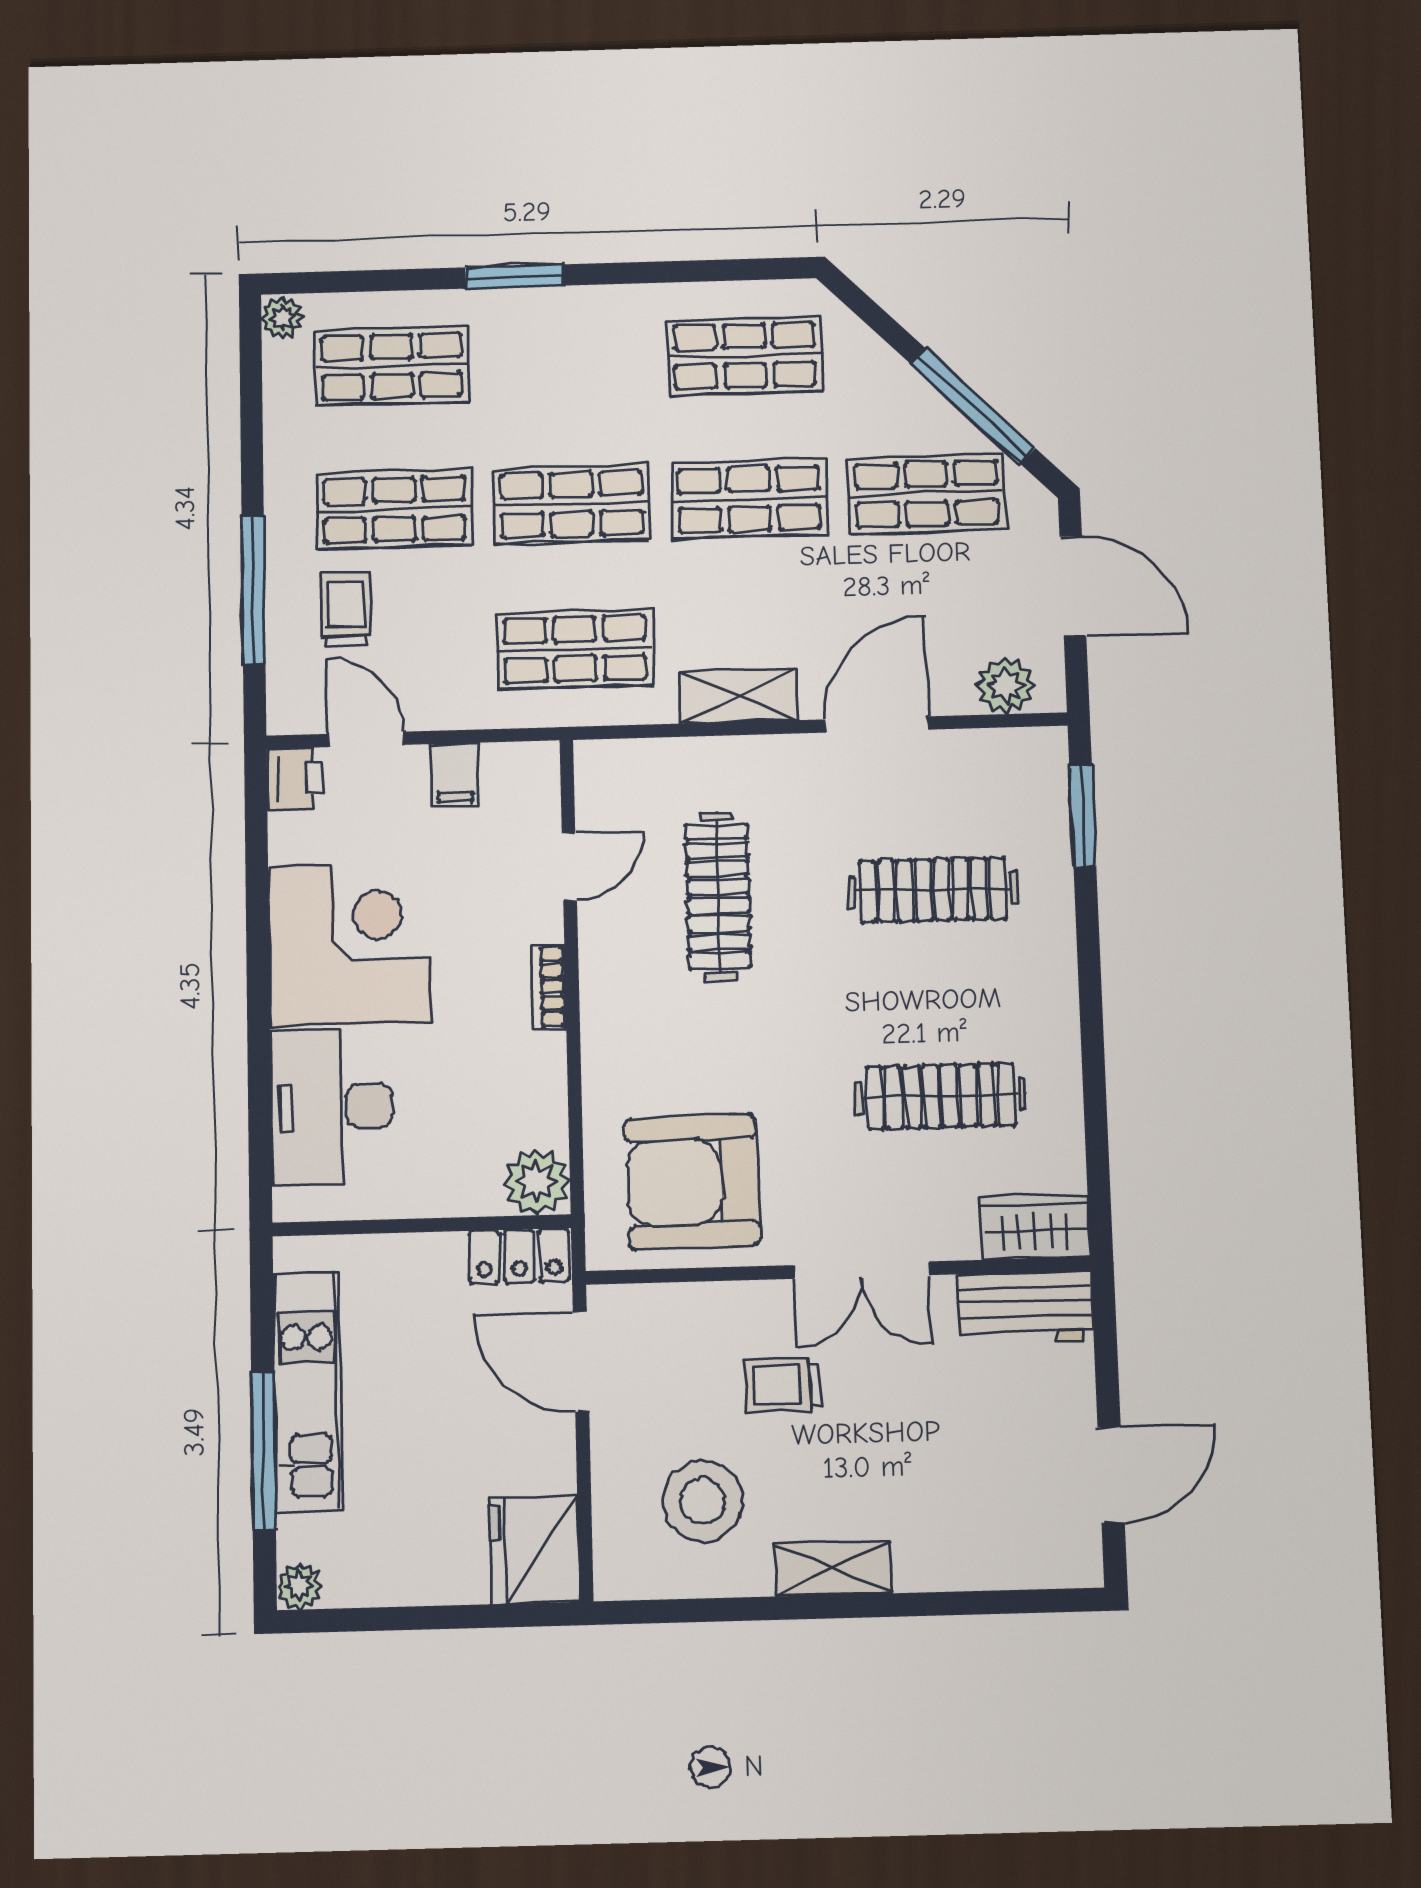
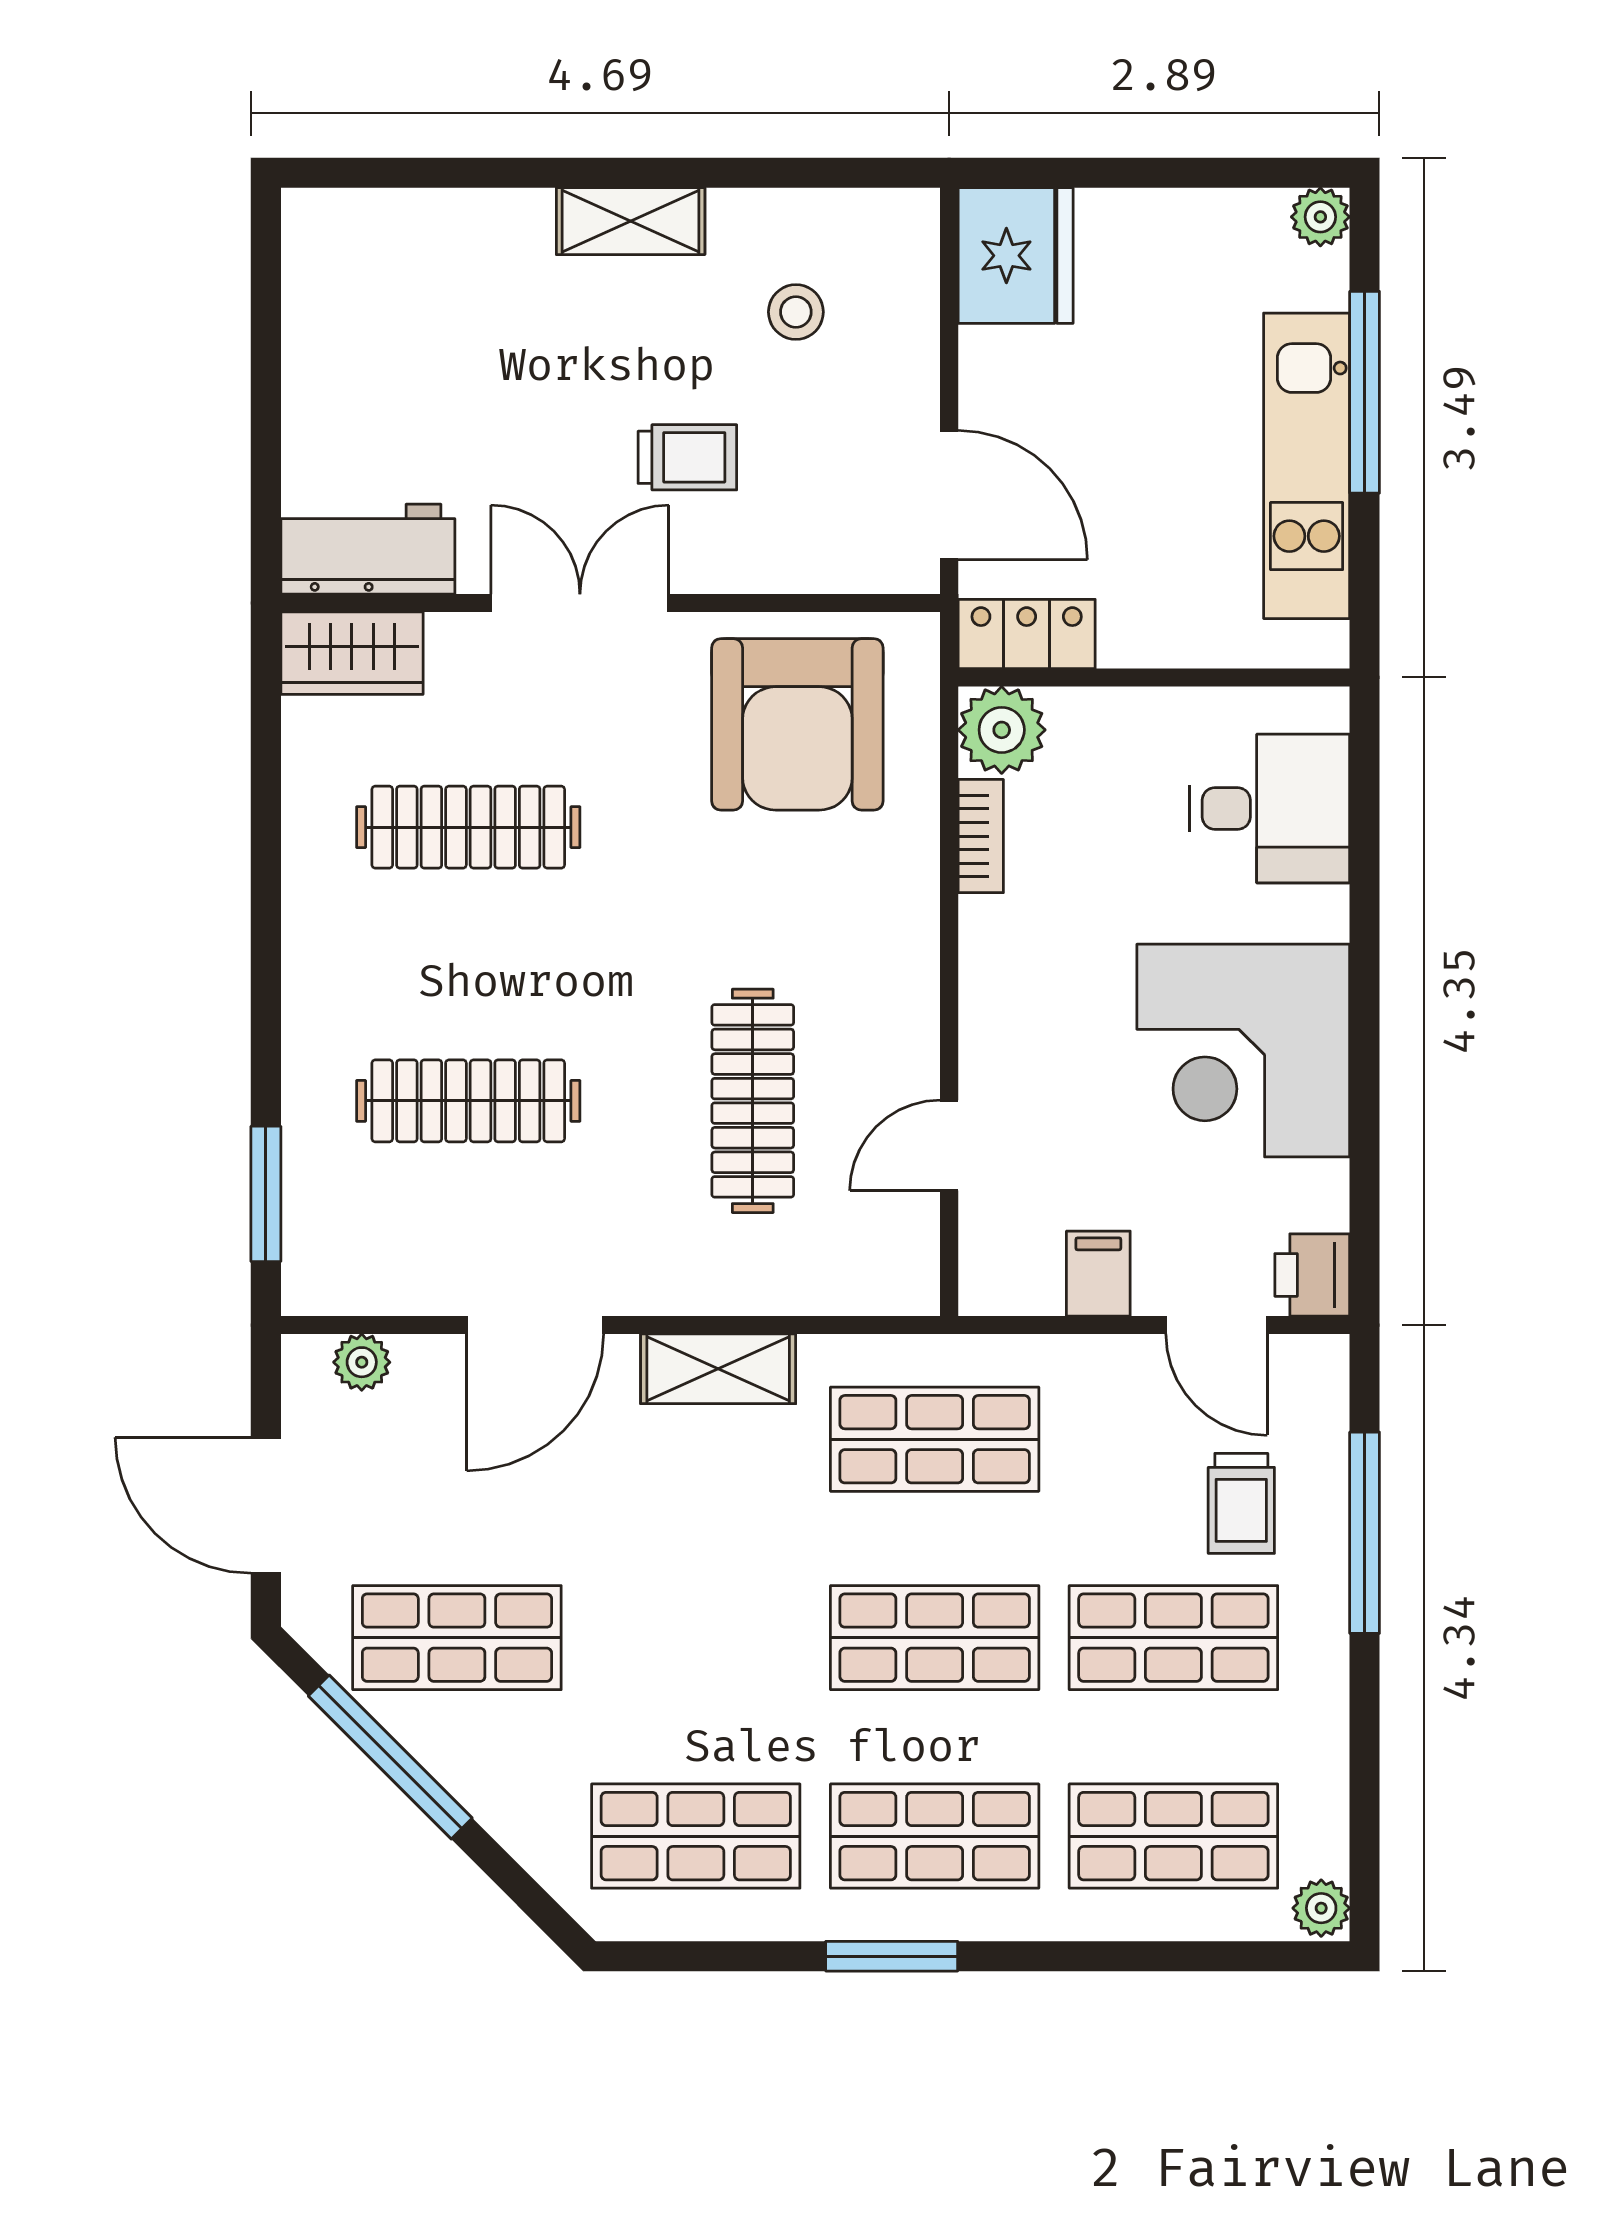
window: (514, 277) -> (892, 1956), moved
shop shelf: (749, 499) -> (935, 1836), moved
plant: (1005, 686) -> (362, 1362), width x0.73, depth x0.73
bookcase: (548, 987) -> (981, 836), moved
desk: (332, 1107) -> (1269, 809), width x0.73
armchair: (693, 1182) -> (797, 724), turned 91
door: (1111, 1475) -> (266, 331), removed
stool: (703, 1501) -> (796, 312), width x0.53, depth x0.53

